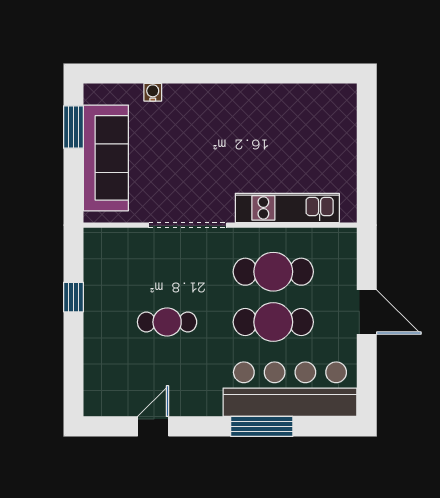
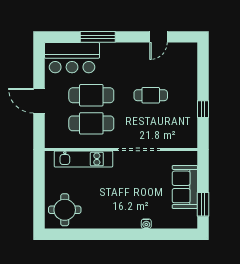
water cooler: (153, 92) -> (146, 224), moved
round table: (321, 117) -> (65, 210), added
sofa: (106, 158) -> (185, 187), width x0.73
bar counter: (290, 389) -> (72, 58), width x0.73

